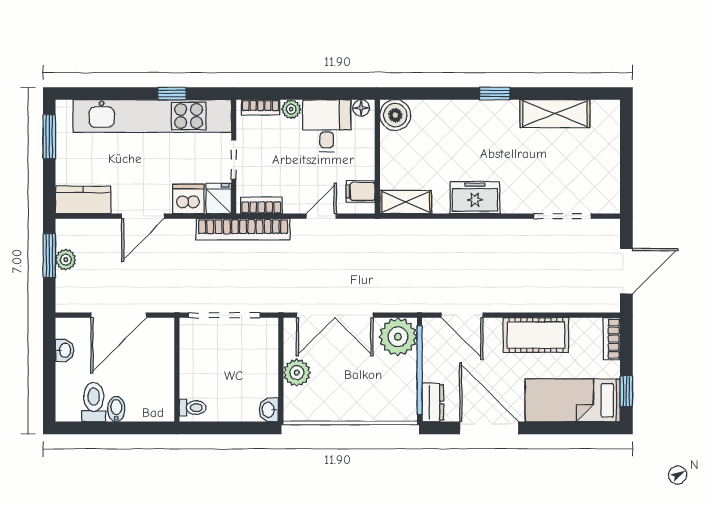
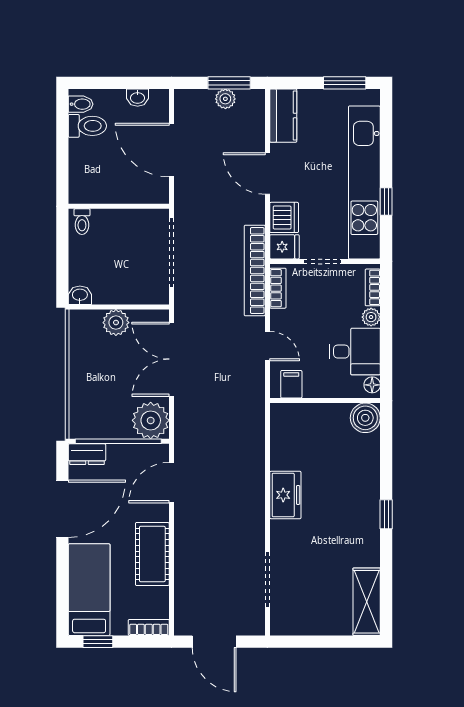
shelving: (555, 114) -> (367, 602), moved
shelving: (406, 202) -> (281, 428), removed
bidet: (116, 409) -> (81, 104), moved

